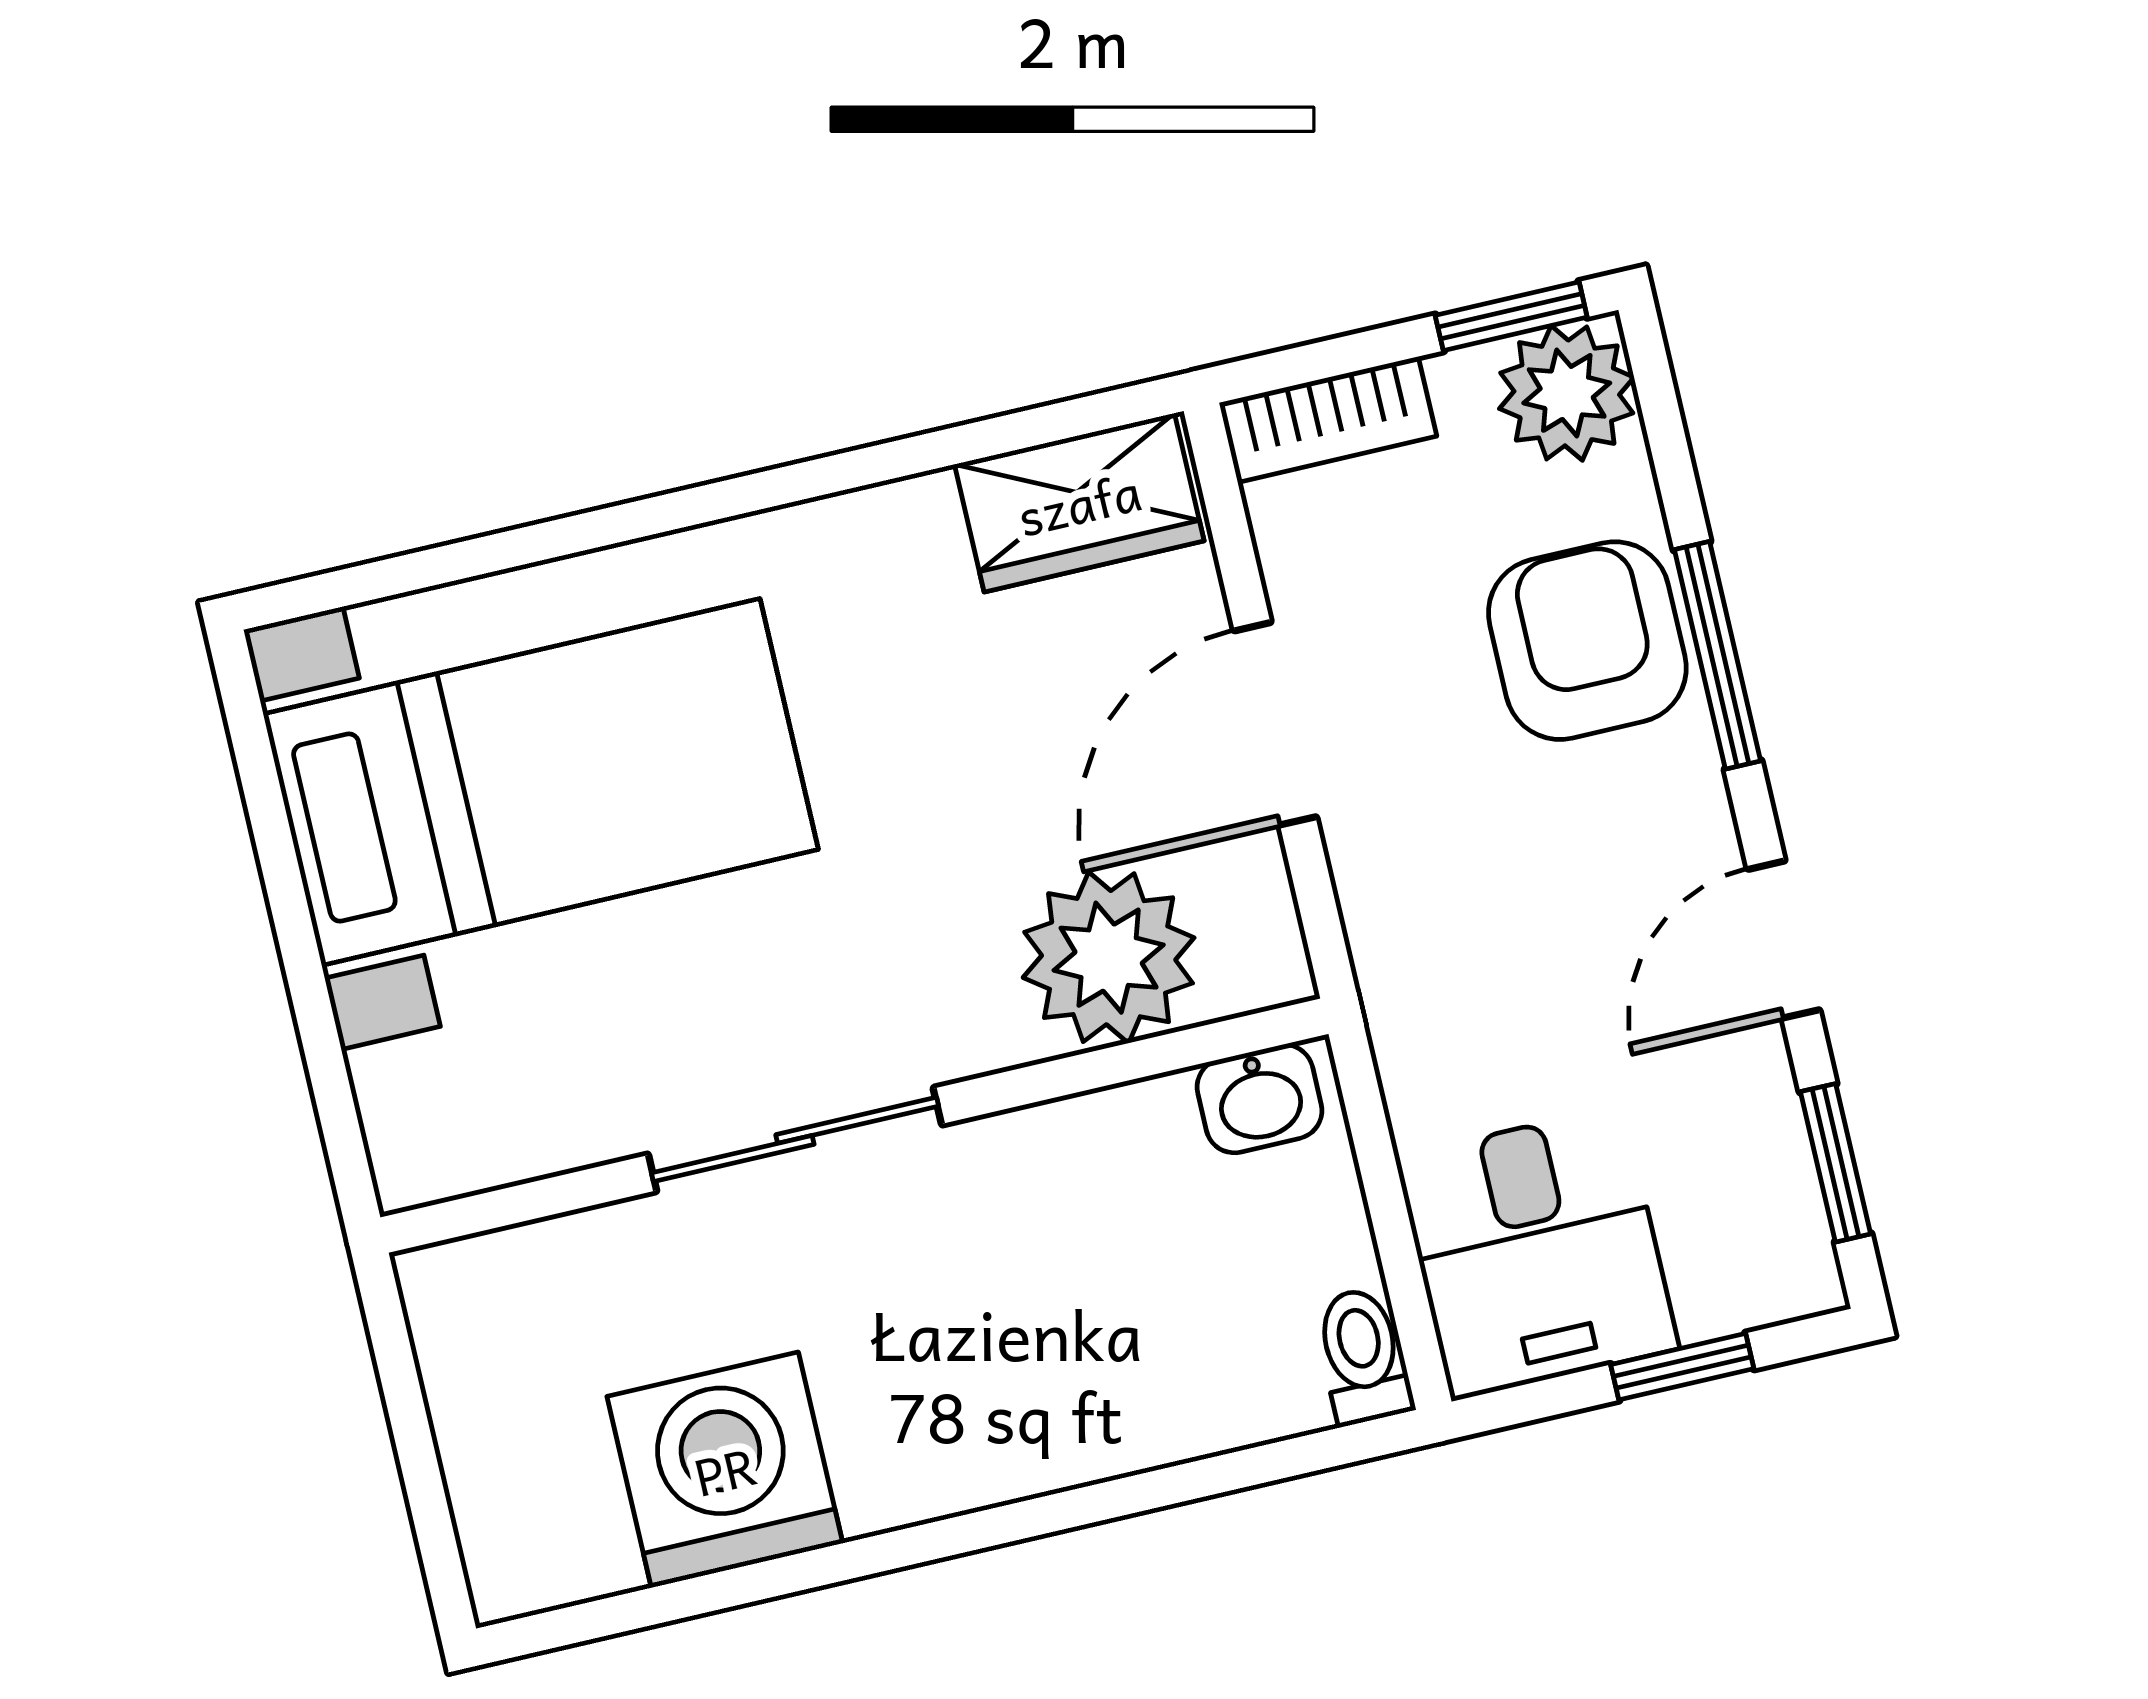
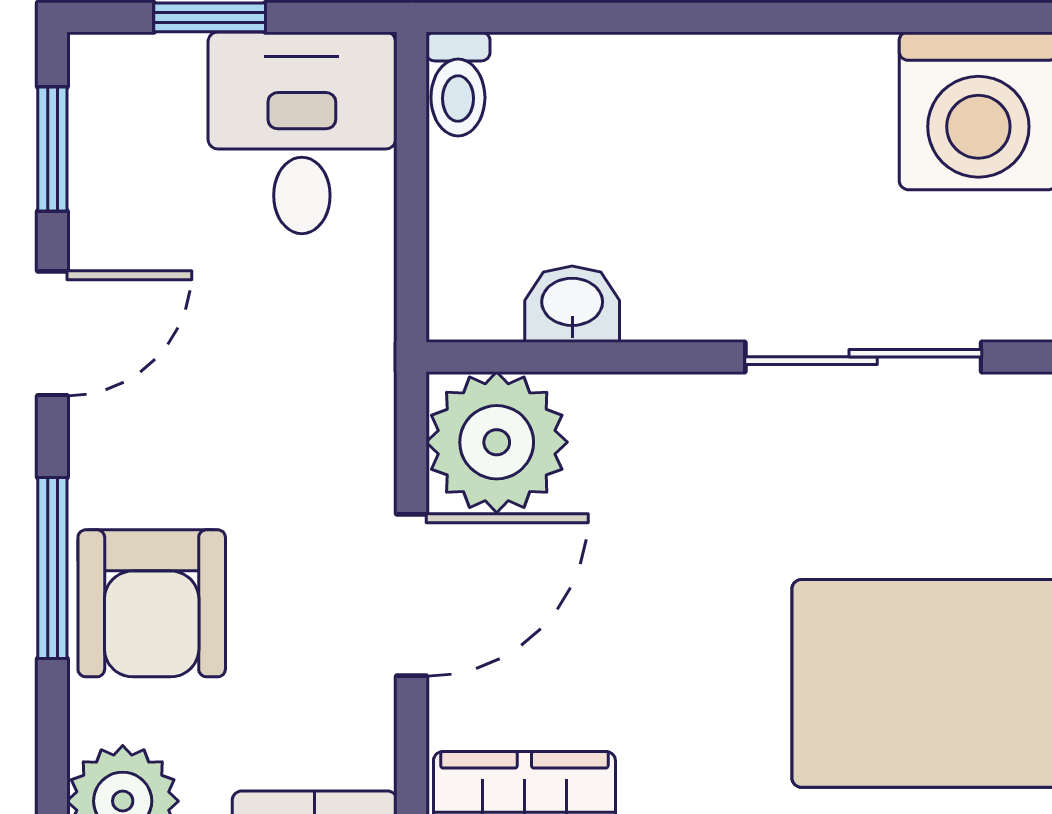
plant: (1109, 958) -> (497, 442), moved
washbasin: (1260, 1099) -> (572, 304), moved

